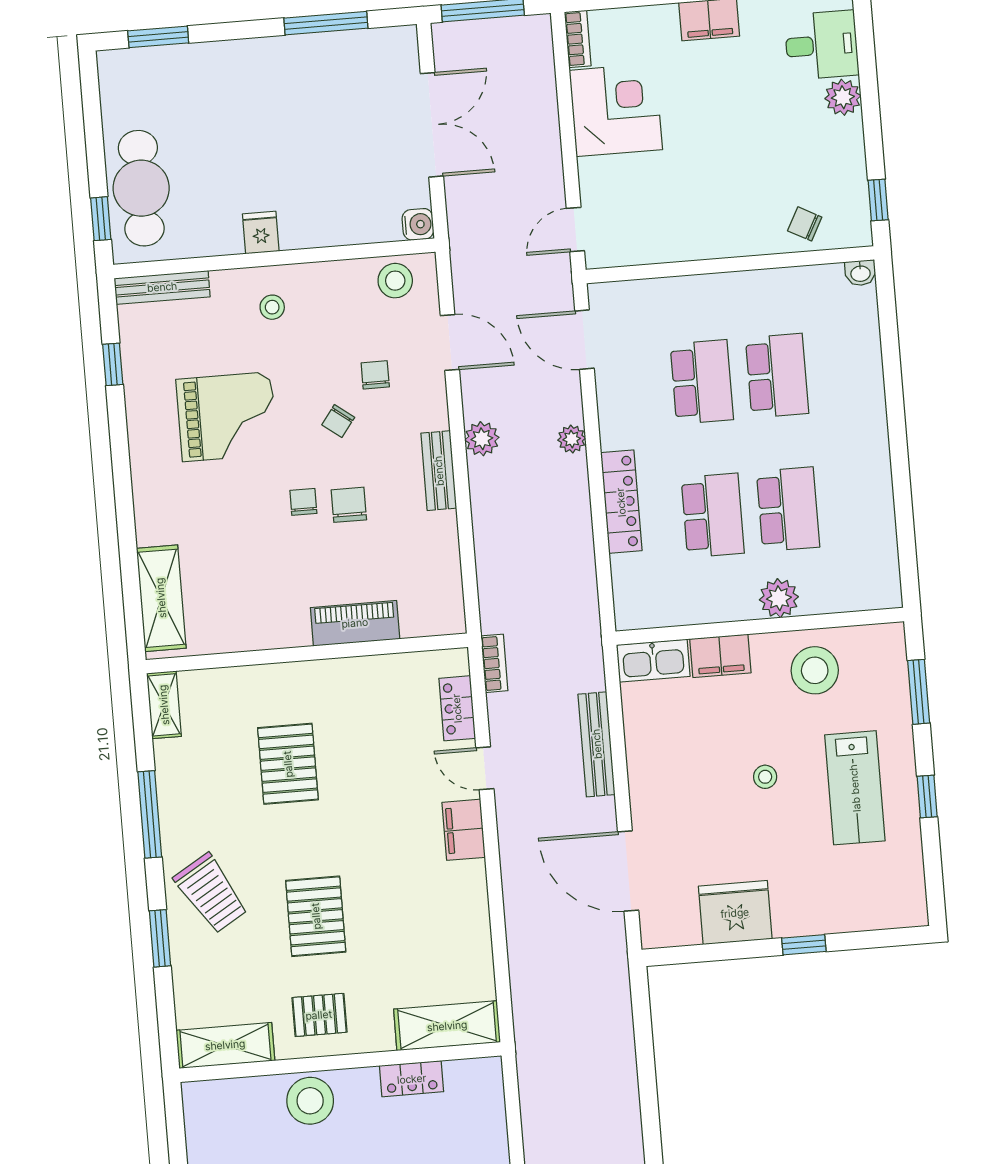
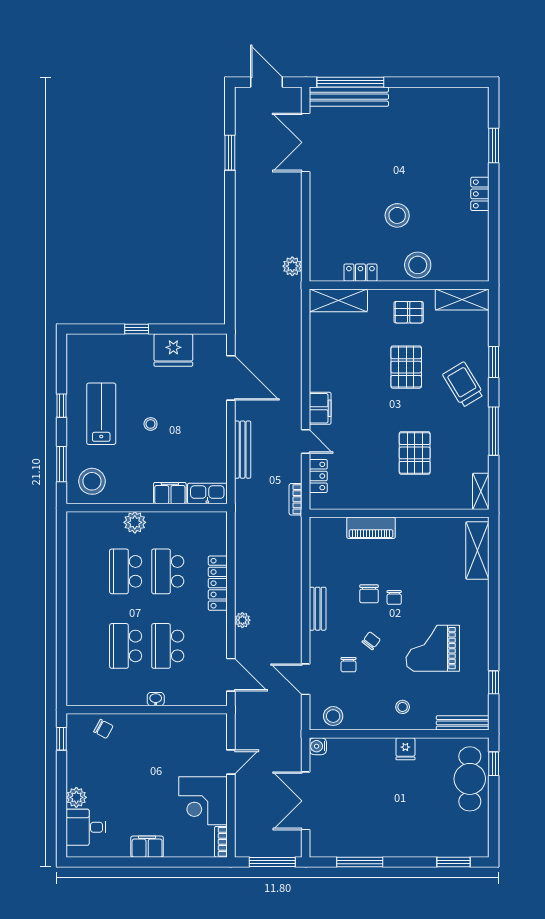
door: (575, 229) -> (231, 762), moved
washbasin: (860, 273) -> (156, 699), moved
plant: (482, 439) -> (292, 266), moved
stool: (815, 670) -> (92, 481), moved

